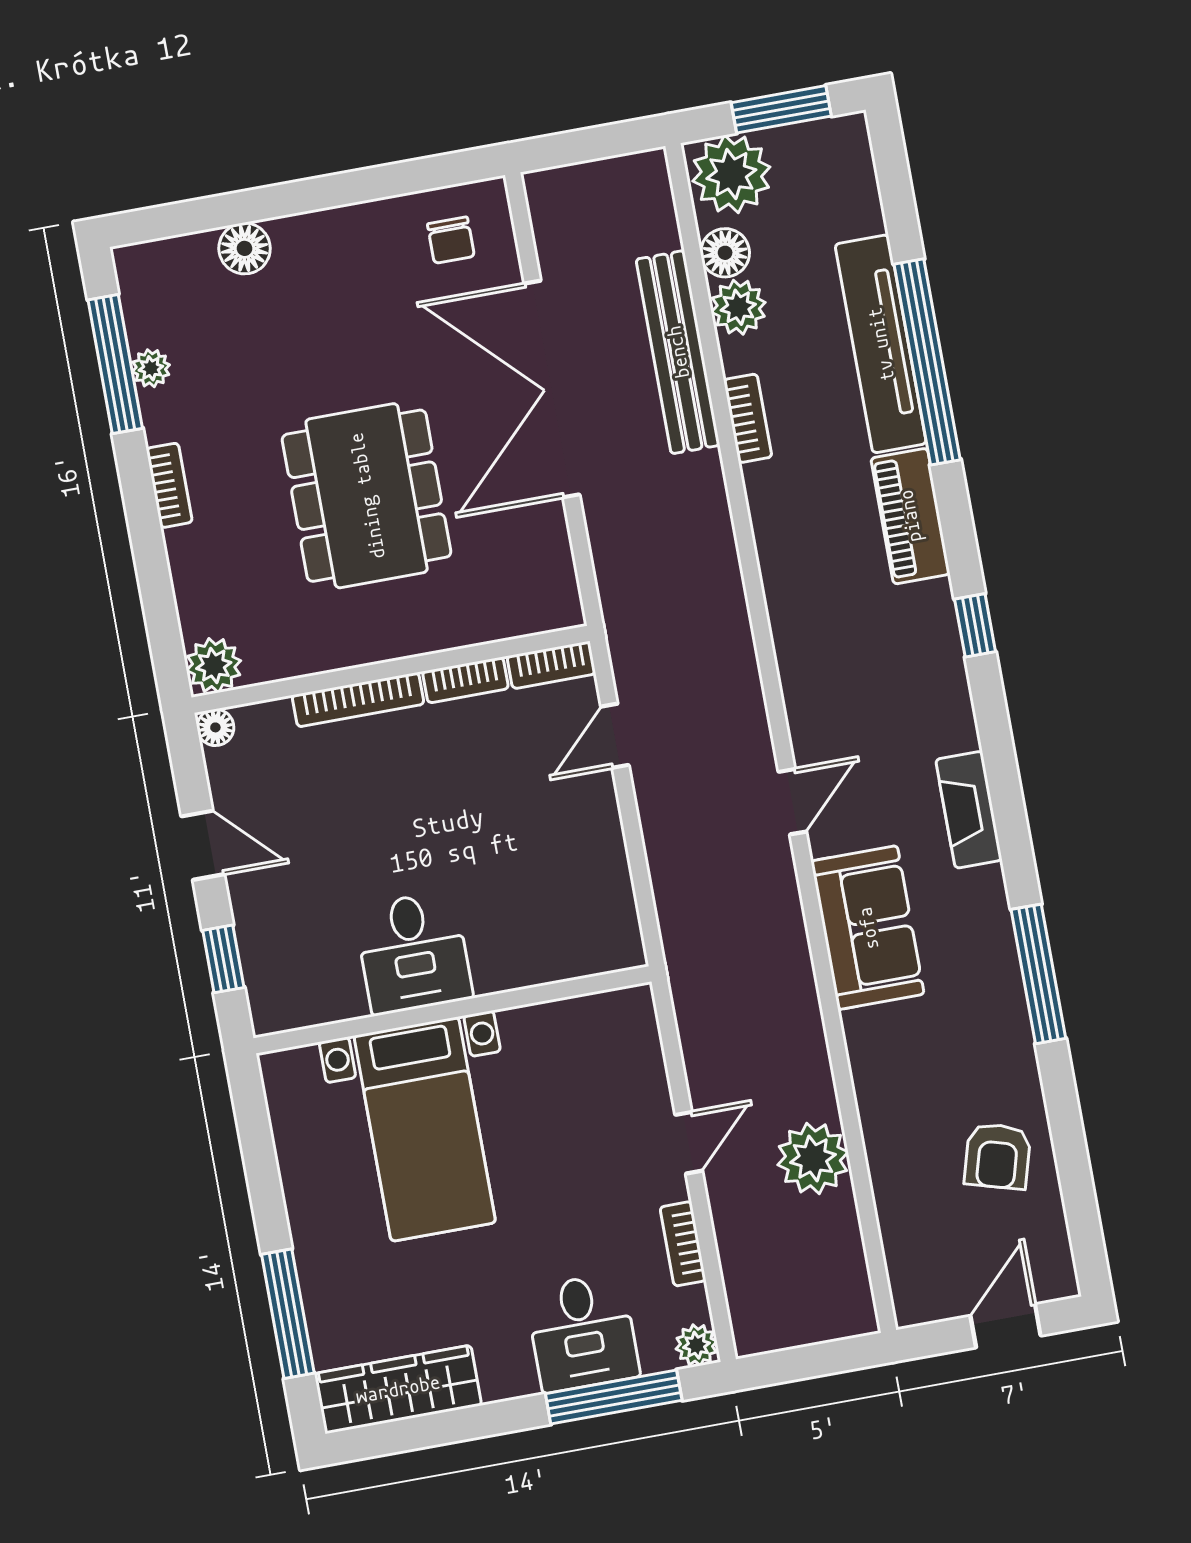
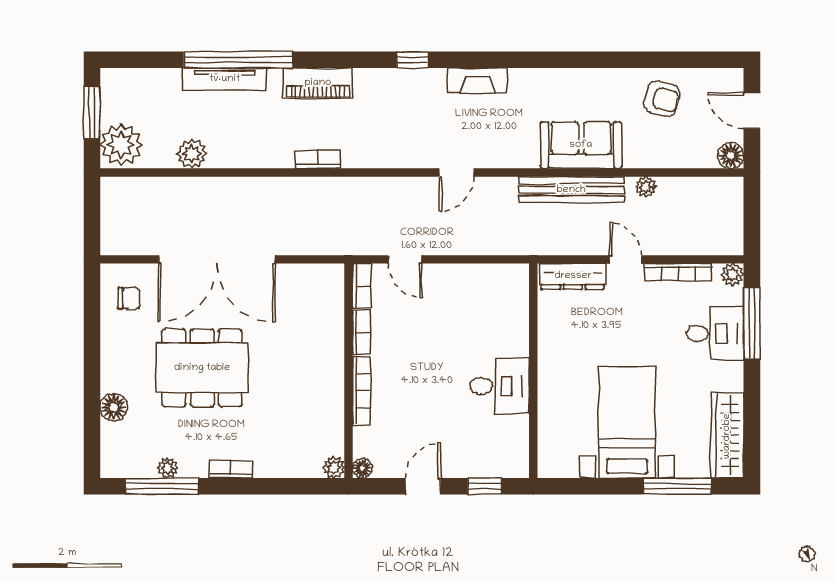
floor lamp: (725, 253) -> (731, 155), moved
tv unit: (881, 344) -> (225, 79), width x0.73, depth x0.78
bench: (678, 352) -> (571, 190), moved
bookcase: (748, 418) -> (318, 159), moved
dining table: (367, 496) -> (202, 368), moved
window: (975, 625) -> (413, 60), moved
plant: (214, 666) -> (334, 467), width x0.73, depth x0.73
door: (792, 802) -> (456, 173), swing flipped
sofa: (868, 928) -> (581, 145), moved
window: (1038, 974) -> (570, 60), removed
dresser: (640, 1051) -> (573, 276), added
bed with nightstands: (425, 1129) -> (627, 422), moved, turned -90
plant: (813, 1158) -> (646, 187), width x0.53, depth x0.53
bookcase: (683, 1244) -> (678, 272), width x1.56

